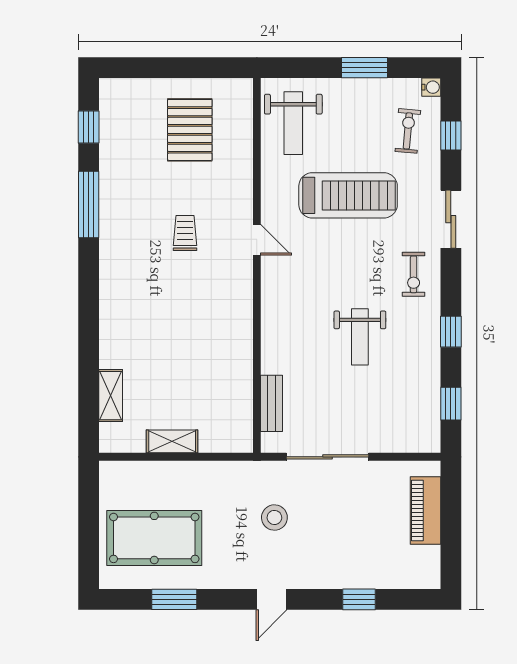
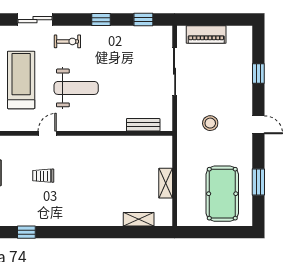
window: (89, 205) -> (26, 232), width x0.46
weight bench: (360, 337) -> (76, 88), moved, width x1.36, depth x1.33
sliding door: (327, 457) -> (175, 71), moved

